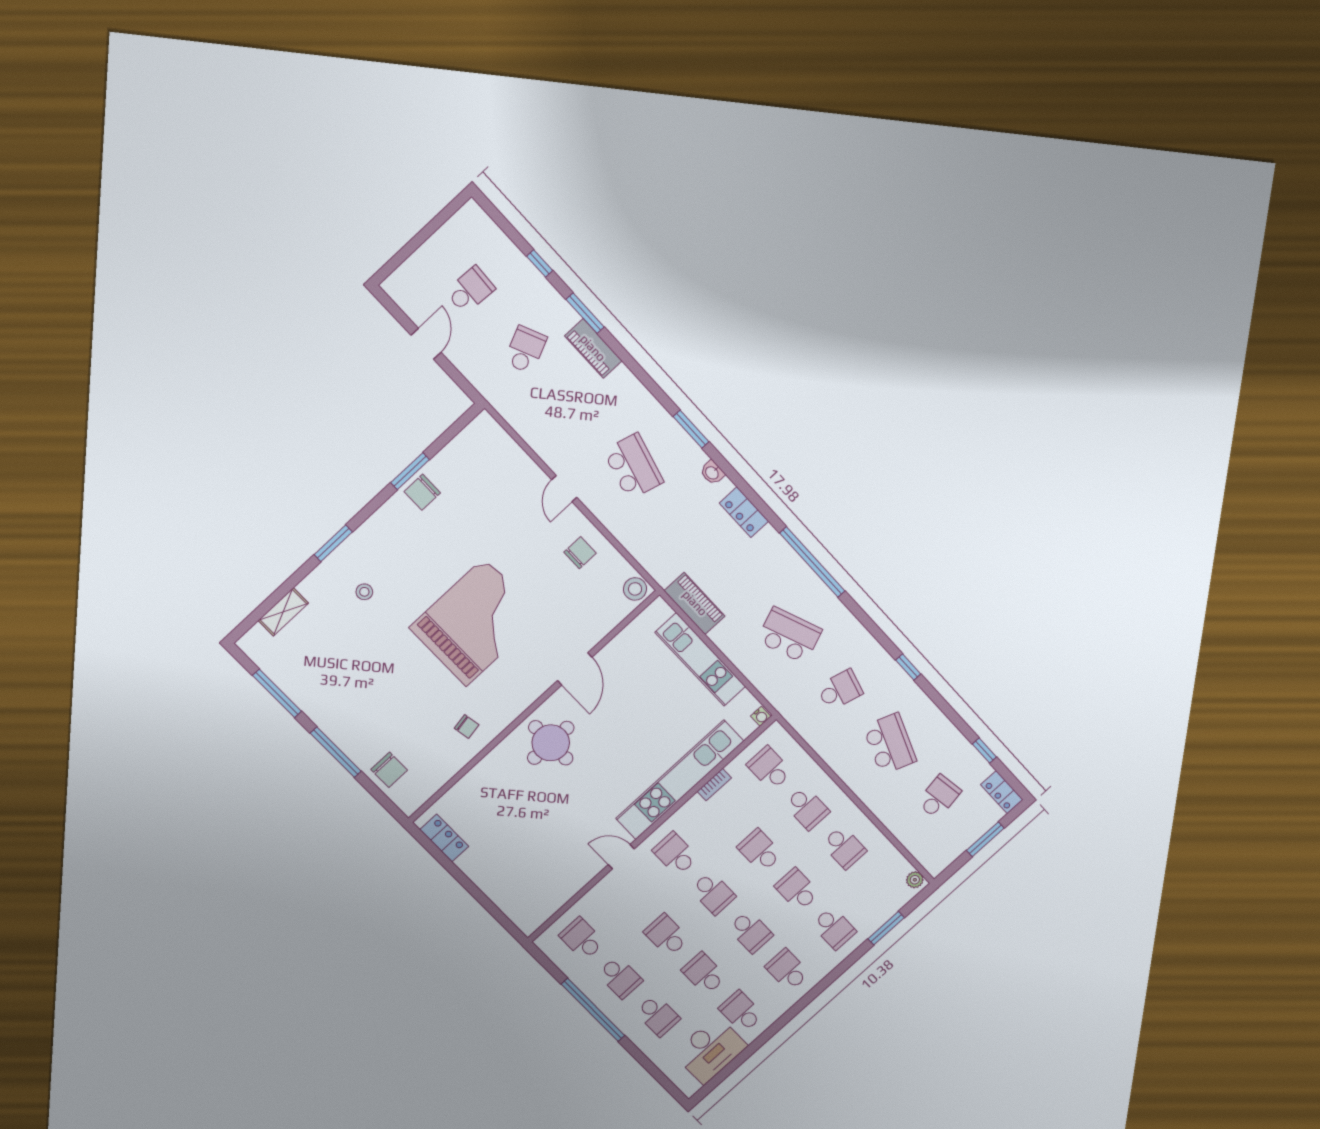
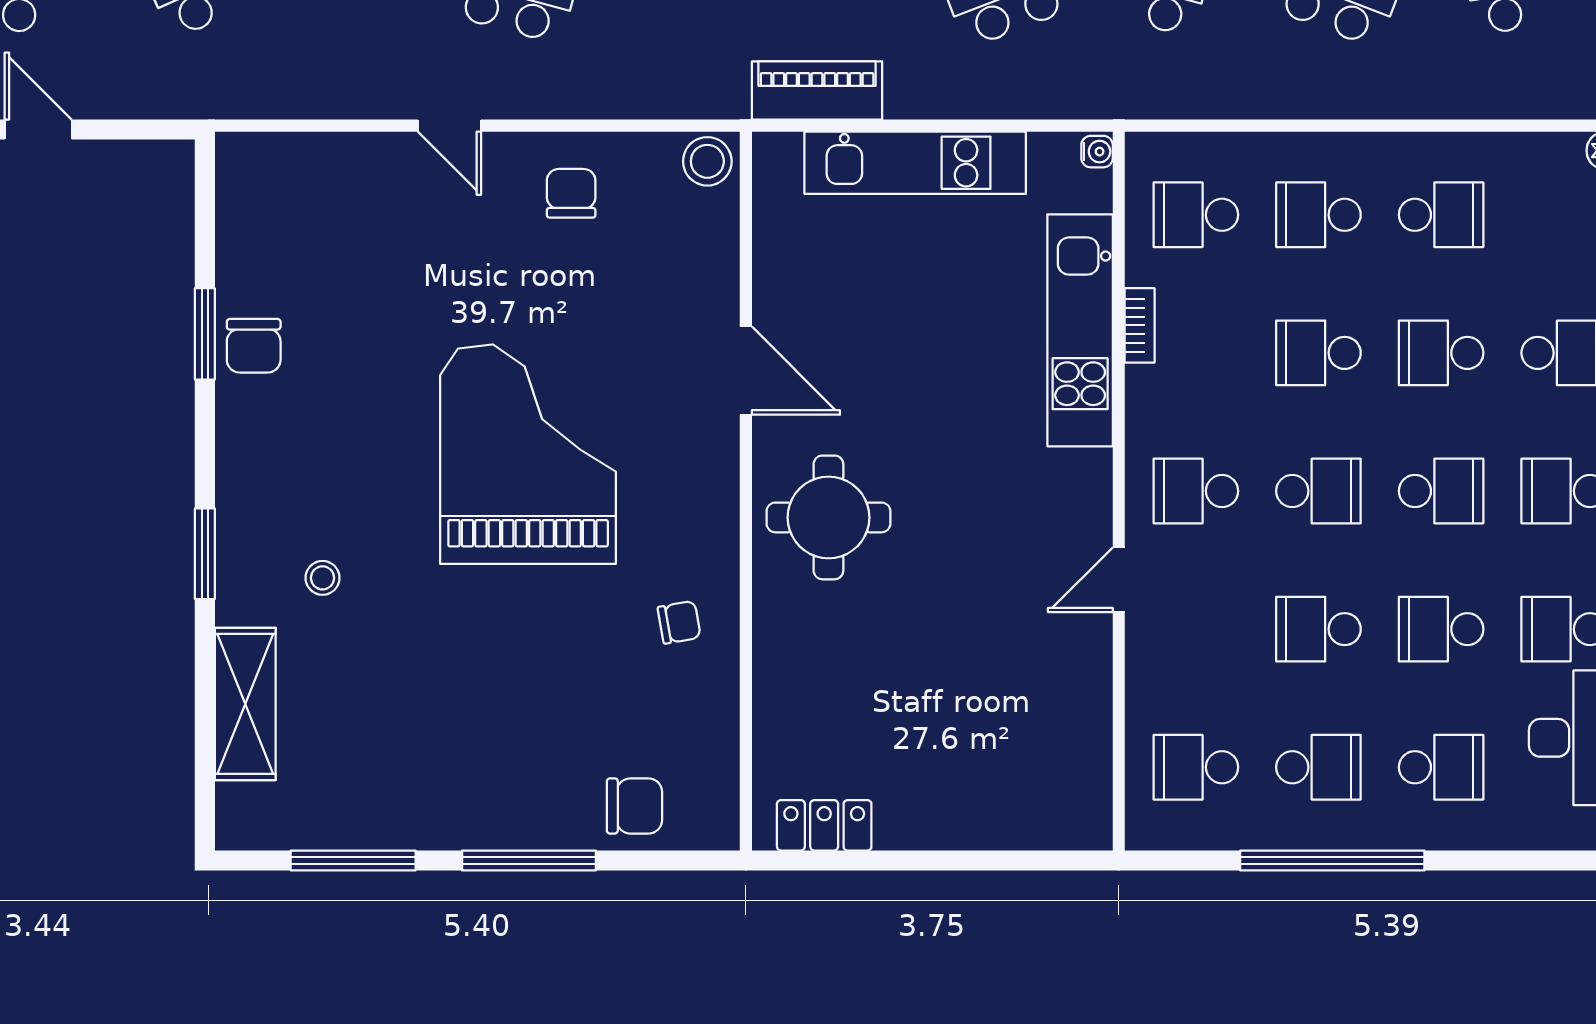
shelving: (283, 612) -> (245, 704), width x1.50, depth x1.33
kitchen unit: (680, 780) -> (1080, 330), width x0.73
school desk: (807, 808) -> (1318, 215), turned 180

